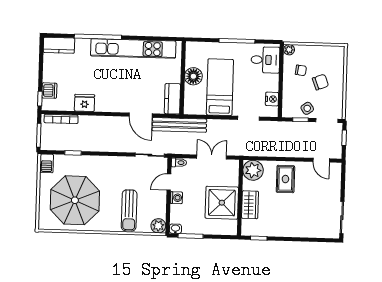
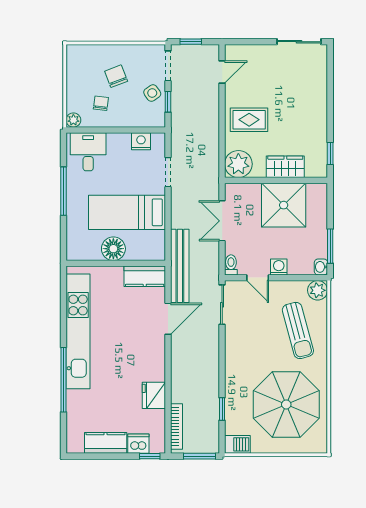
kitchen counter: (59, 45) -> (106, 443), moved, turned -90
sun lounger: (129, 210) -> (298, 330), turned 75

